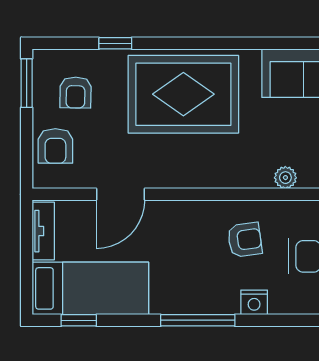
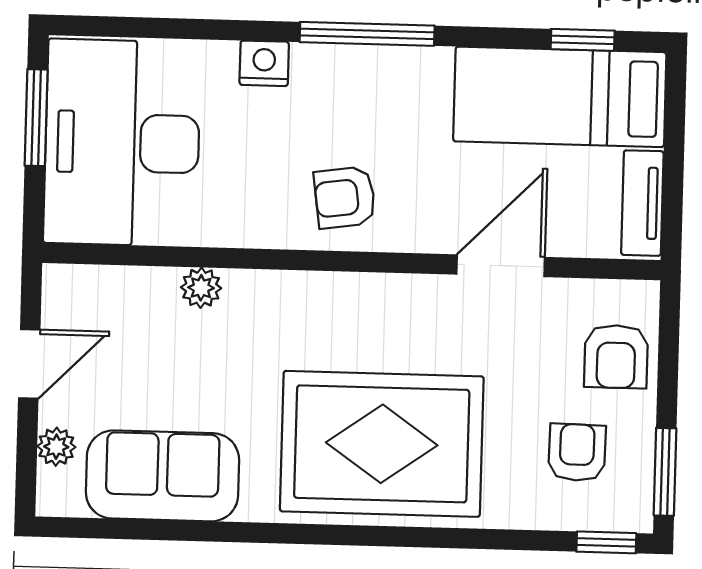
window: (115, 43) -> (606, 542), moved
armchair: (55, 146) -> (616, 357), turned 180
armchair: (245, 240) -> (345, 197), moved

